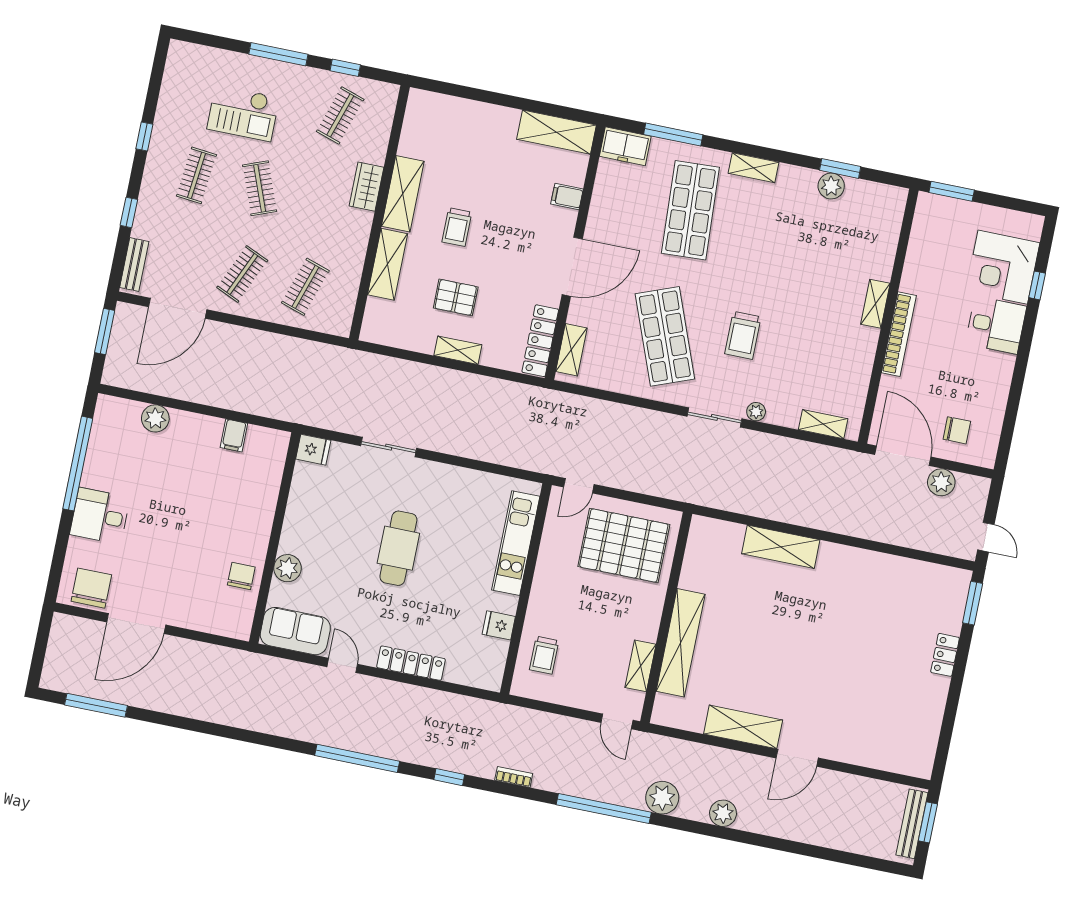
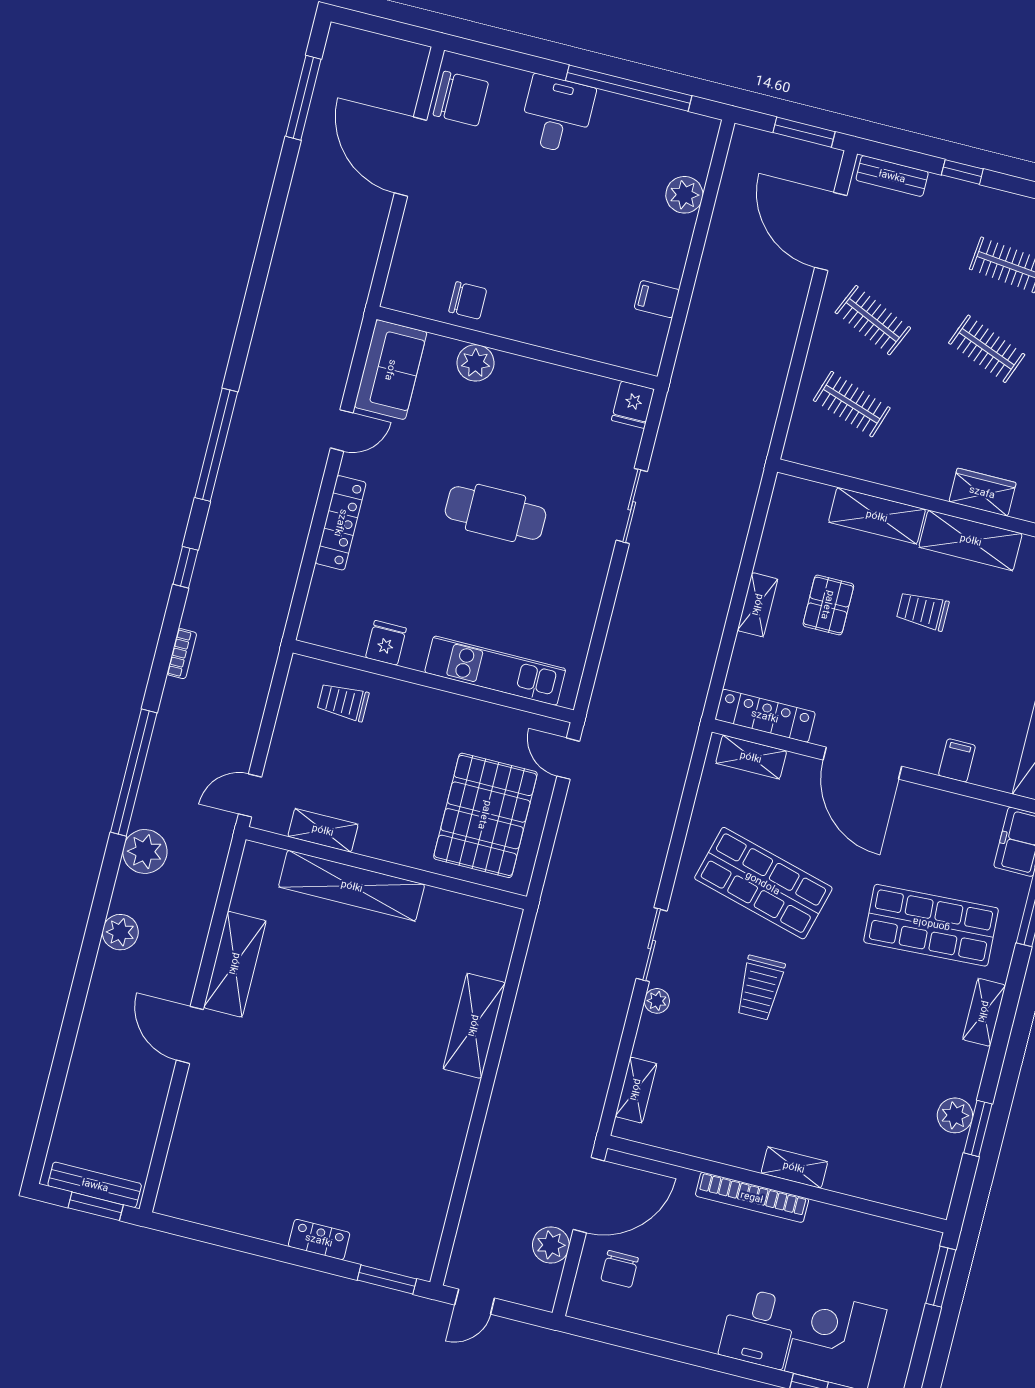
clothes rail: (260, 188) -> (987, 349), turned 42
trolley: (743, 335) -> (760, 988), turned -90
shop shelf: (665, 336) -> (763, 883), turned 36

